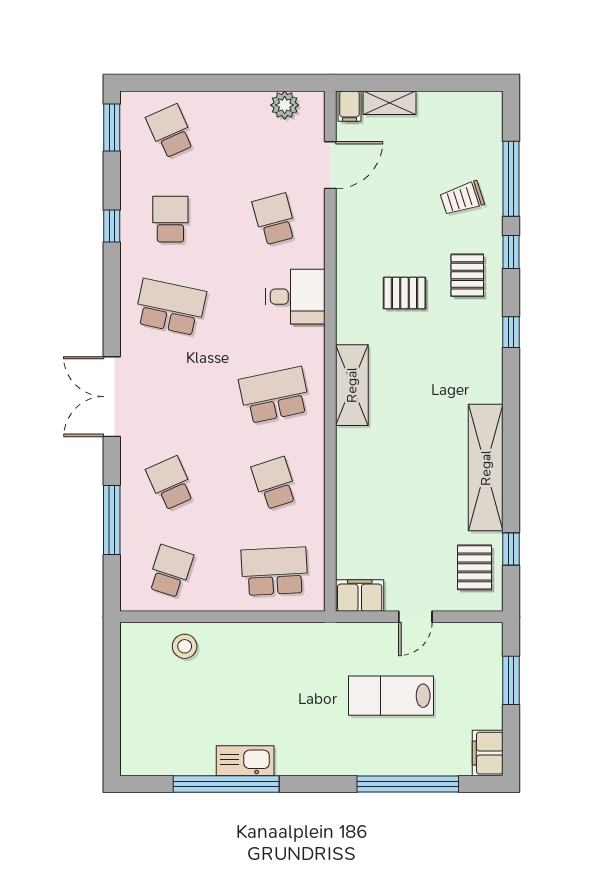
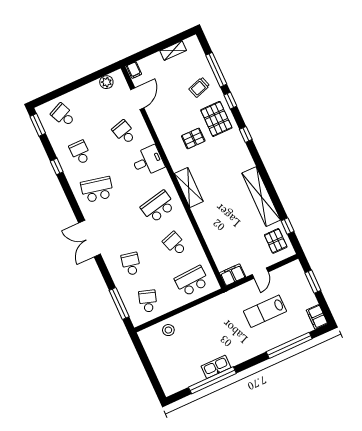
shelving: (389, 103) -> (173, 51), moved
pallet: (467, 275) -> (216, 119), width x1.50, depth x1.42
school desk: (170, 483) -> (131, 264), turned 36
window: (112, 520) -> (119, 304), moved

